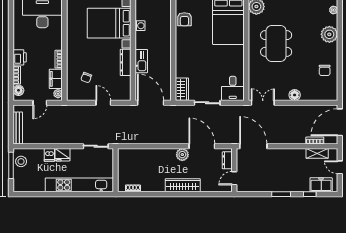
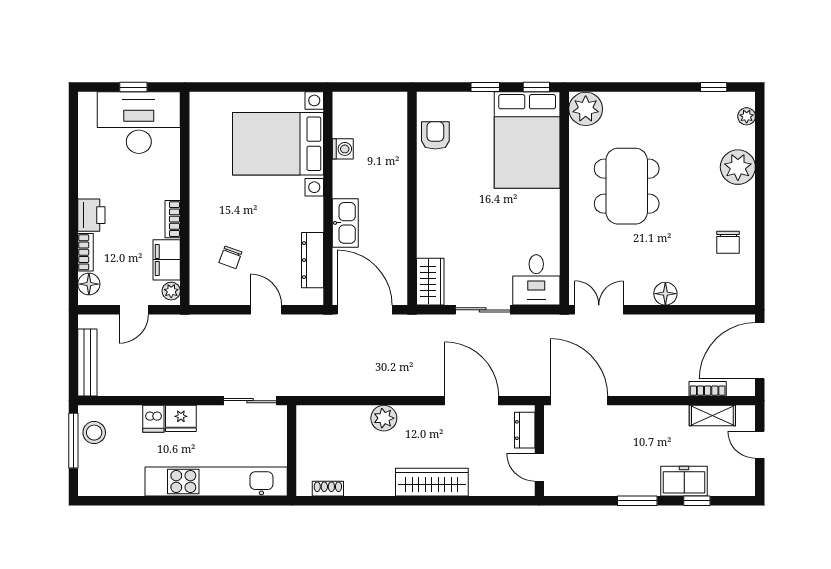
armchair: (184, 19) -> (435, 135), turned 180
dresser: (126, 62) -> (313, 260), moved
plant: (182, 155) -> (384, 418), moved
door: (234, 178) -> (539, 467), hinge flipped
freezer: (321, 185) -> (684, 481), moved

